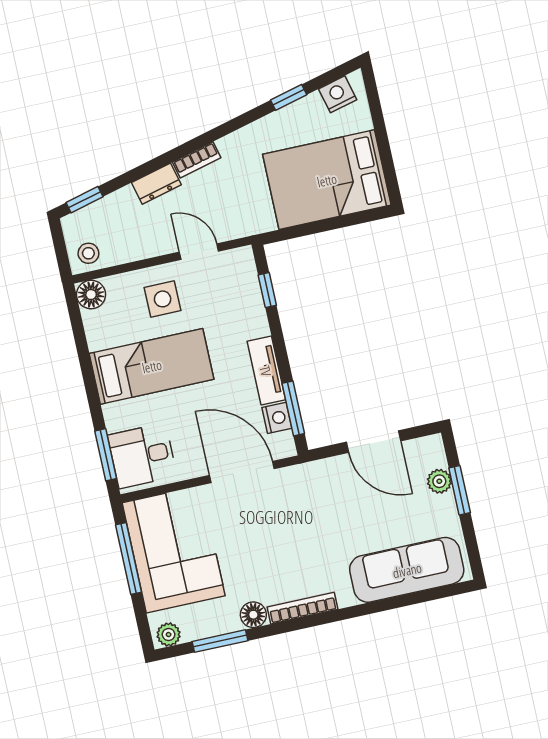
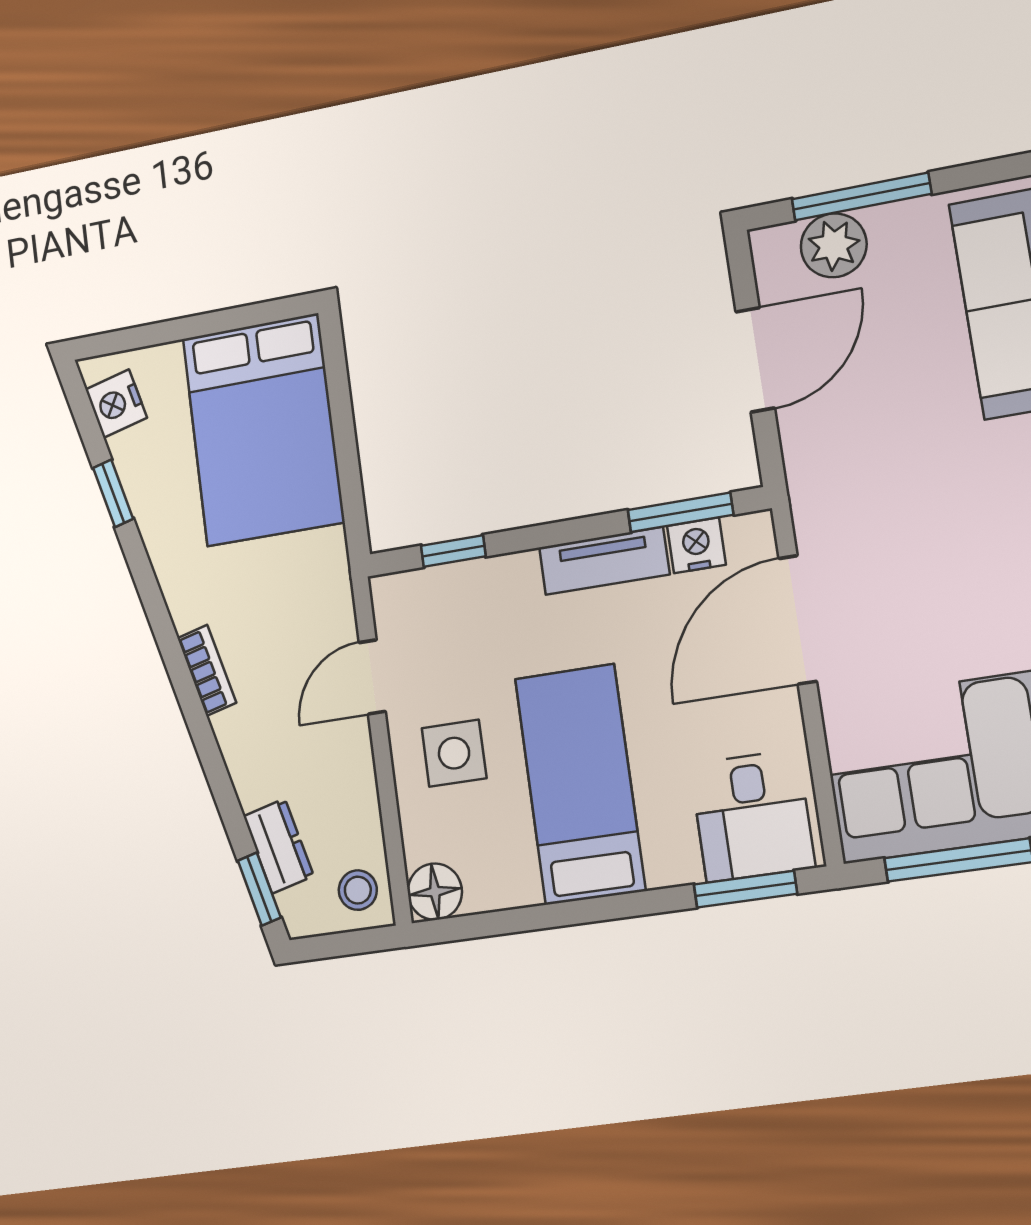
dresser: (156, 184) -> (278, 846), moved
plant: (439, 481) -> (834, 245), width x1.38, depth x1.38
window: (460, 490) -> (861, 197), width x1.44

